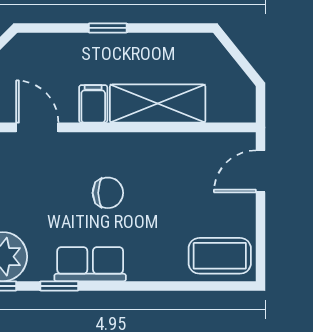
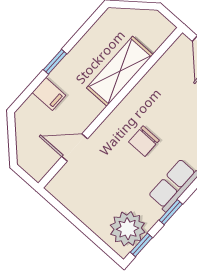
filing cabinet: (93, 104) -> (49, 94), moved, turned 180
chair: (108, 193) -> (144, 141), turned 180

